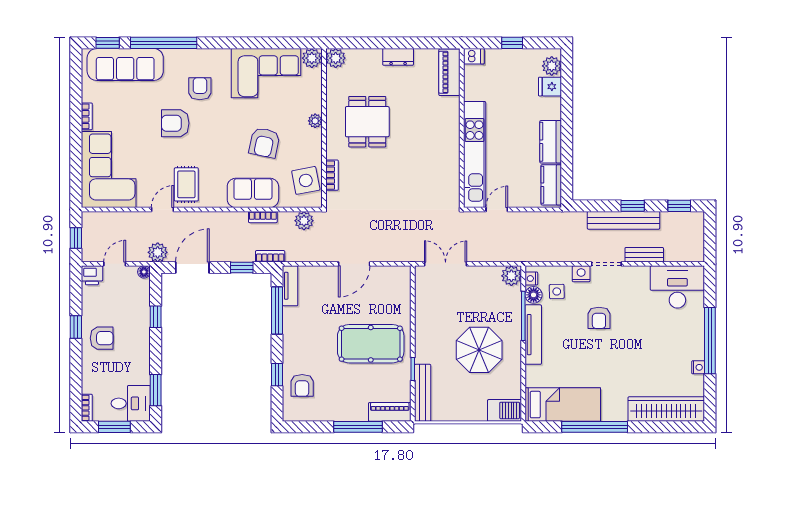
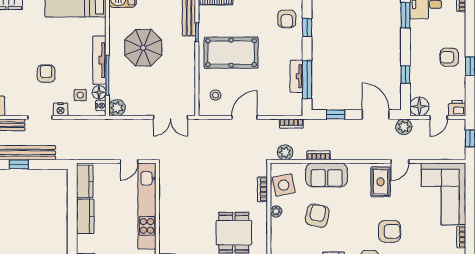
plant: (315, 121) -> (276, 211), moved
bookcase: (270, 256) -> (291, 124), moved
door: (192, 268) -> (376, 114), swing flipped
floor lamp: (144, 272) -> (419, 106), width x1.89, depth x1.89
tv unit: (290, 286) -> (296, 76), moved
stool: (390, 291) -> (216, 95), added
armchair: (302, 385) -> (287, 19), turned 180

